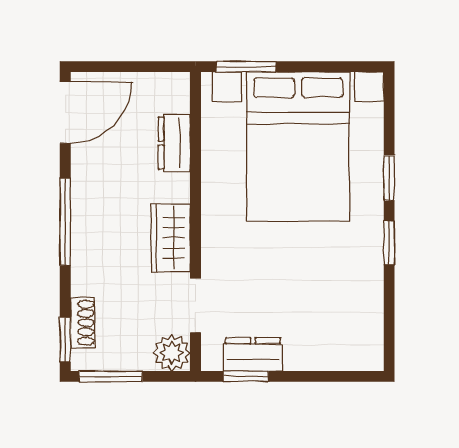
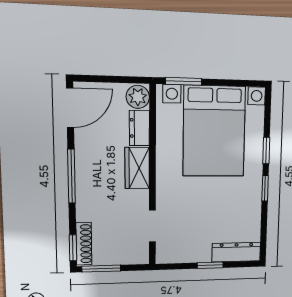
wardrobe: (171, 238) -> (137, 168), moved
shoe rack: (83, 323) -> (84, 244), width x1.43
plant: (172, 353) -> (138, 97), moved
dresser: (253, 354) -> (236, 252), moved, width x1.44
window: (246, 376) -> (210, 265), moved

